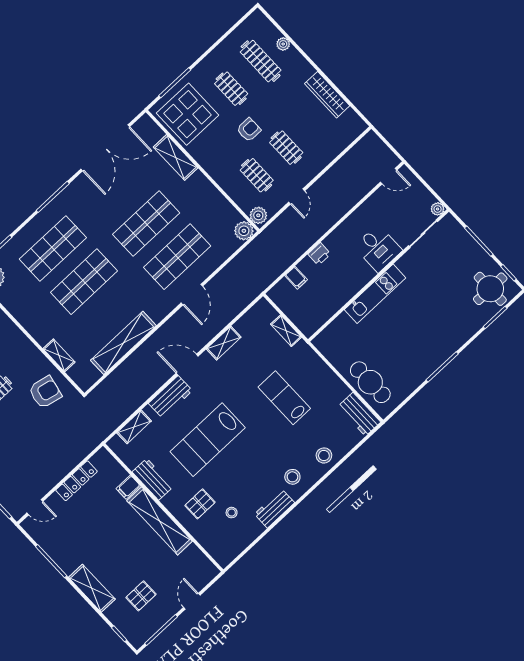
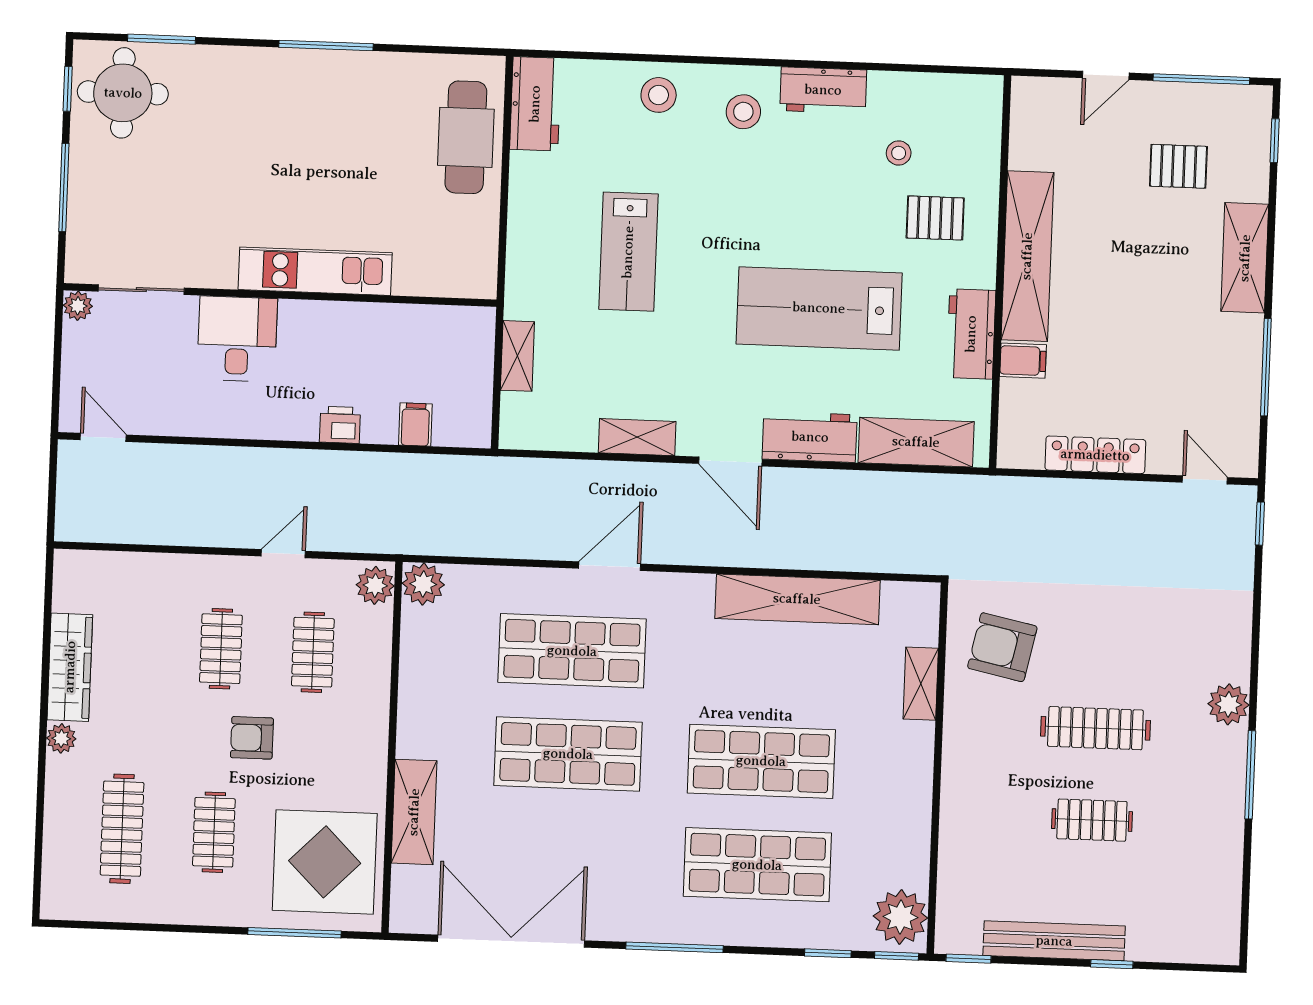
plant: (283, 44) -> (61, 738), moved
shelving: (134, 427) -> (916, 442), width x1.50, depth x1.33
lab bench: (208, 440) -> (819, 308), turned 180

